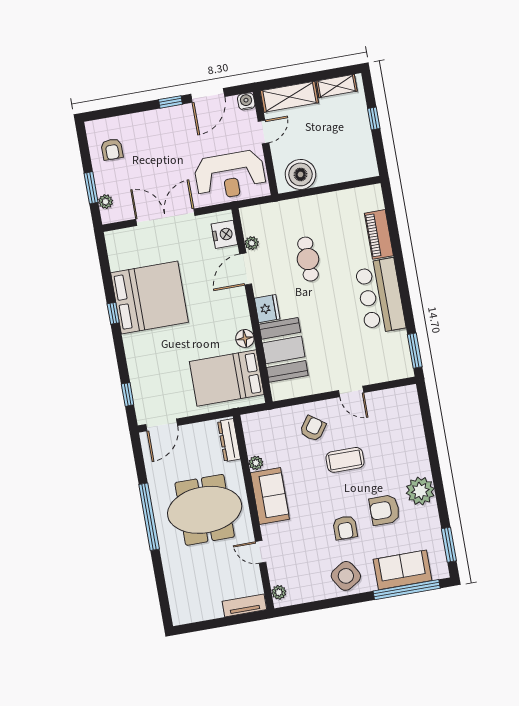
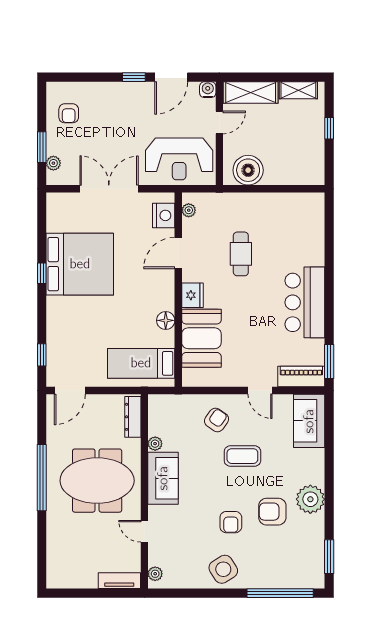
piano: (379, 234) -> (301, 376), moved, turned 90
plant: (252, 243) -> (189, 210), moved
bed: (227, 378) -> (141, 363), width x0.67
sofa: (402, 570) -> (309, 421), moved, turned -90

